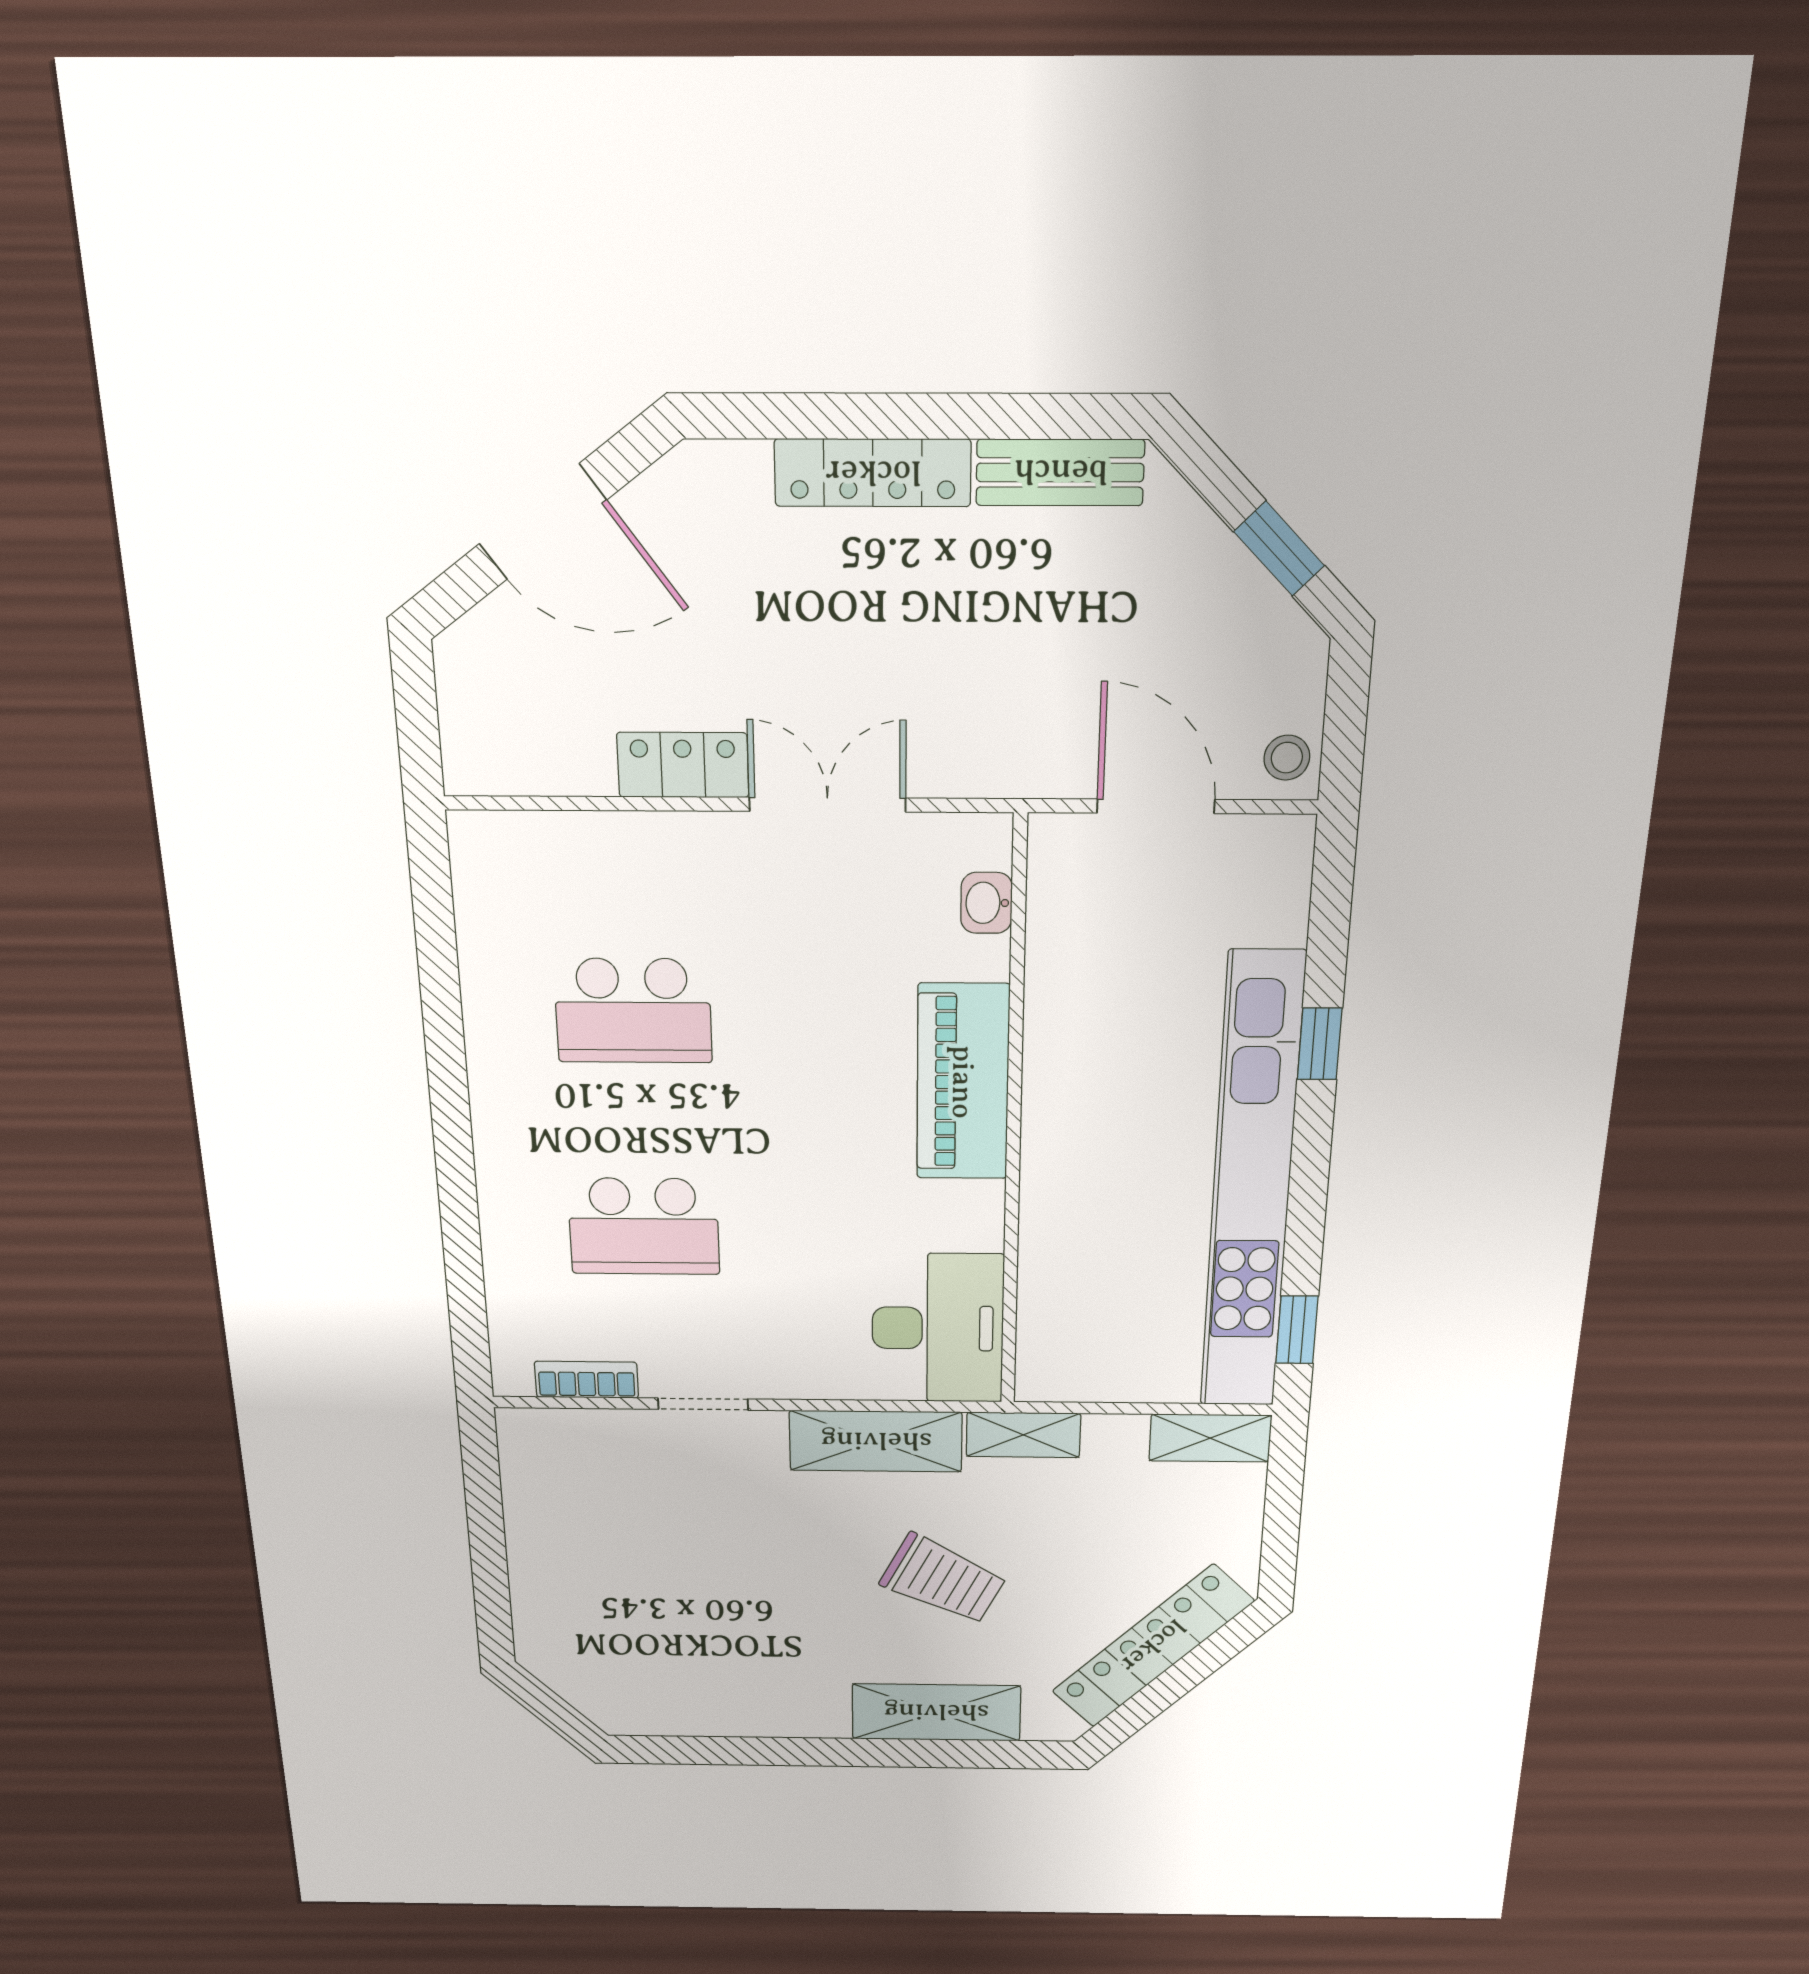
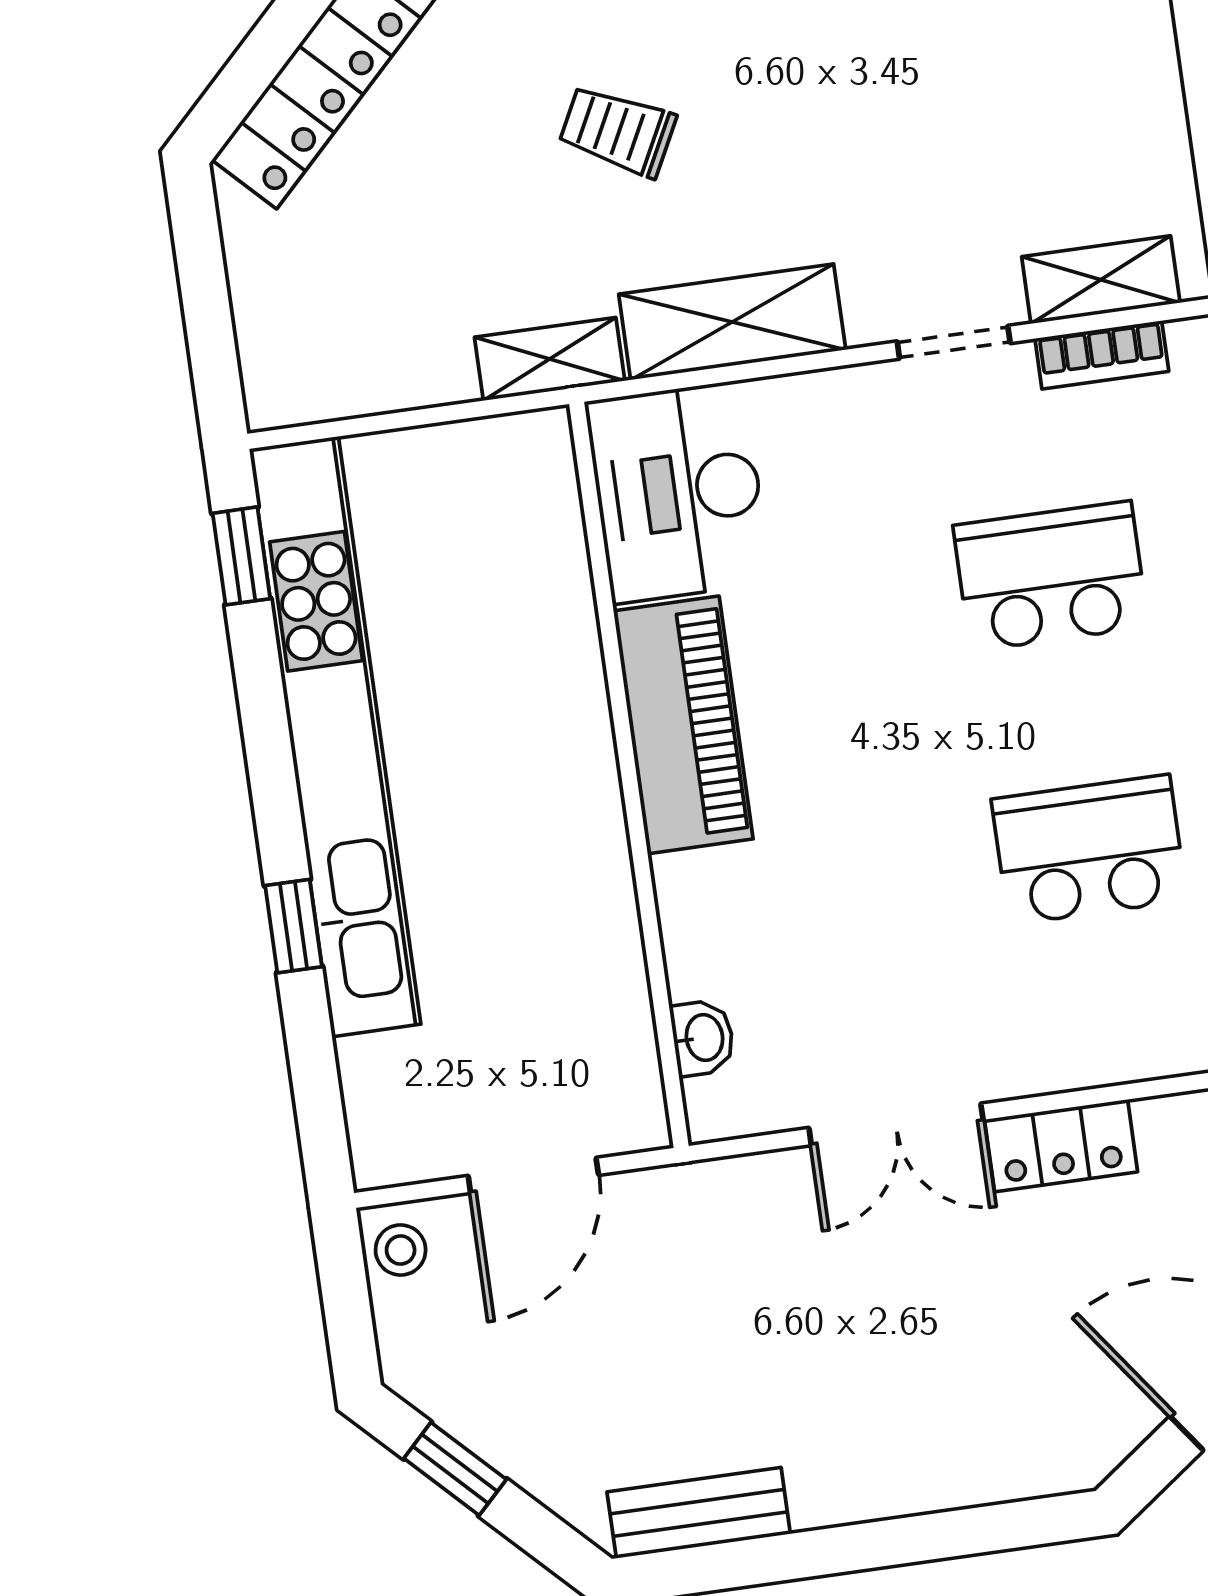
locker: (873, 473) -> (894, 1485), removed
door: (1156, 806) -> (533, 1175), hinge flipped
piano: (963, 1082) -> (683, 725), moved
shelving: (1210, 1438) -> (1101, 280), moved
trolley: (943, 1579) -> (617, 131), width x0.73, depth x0.72

